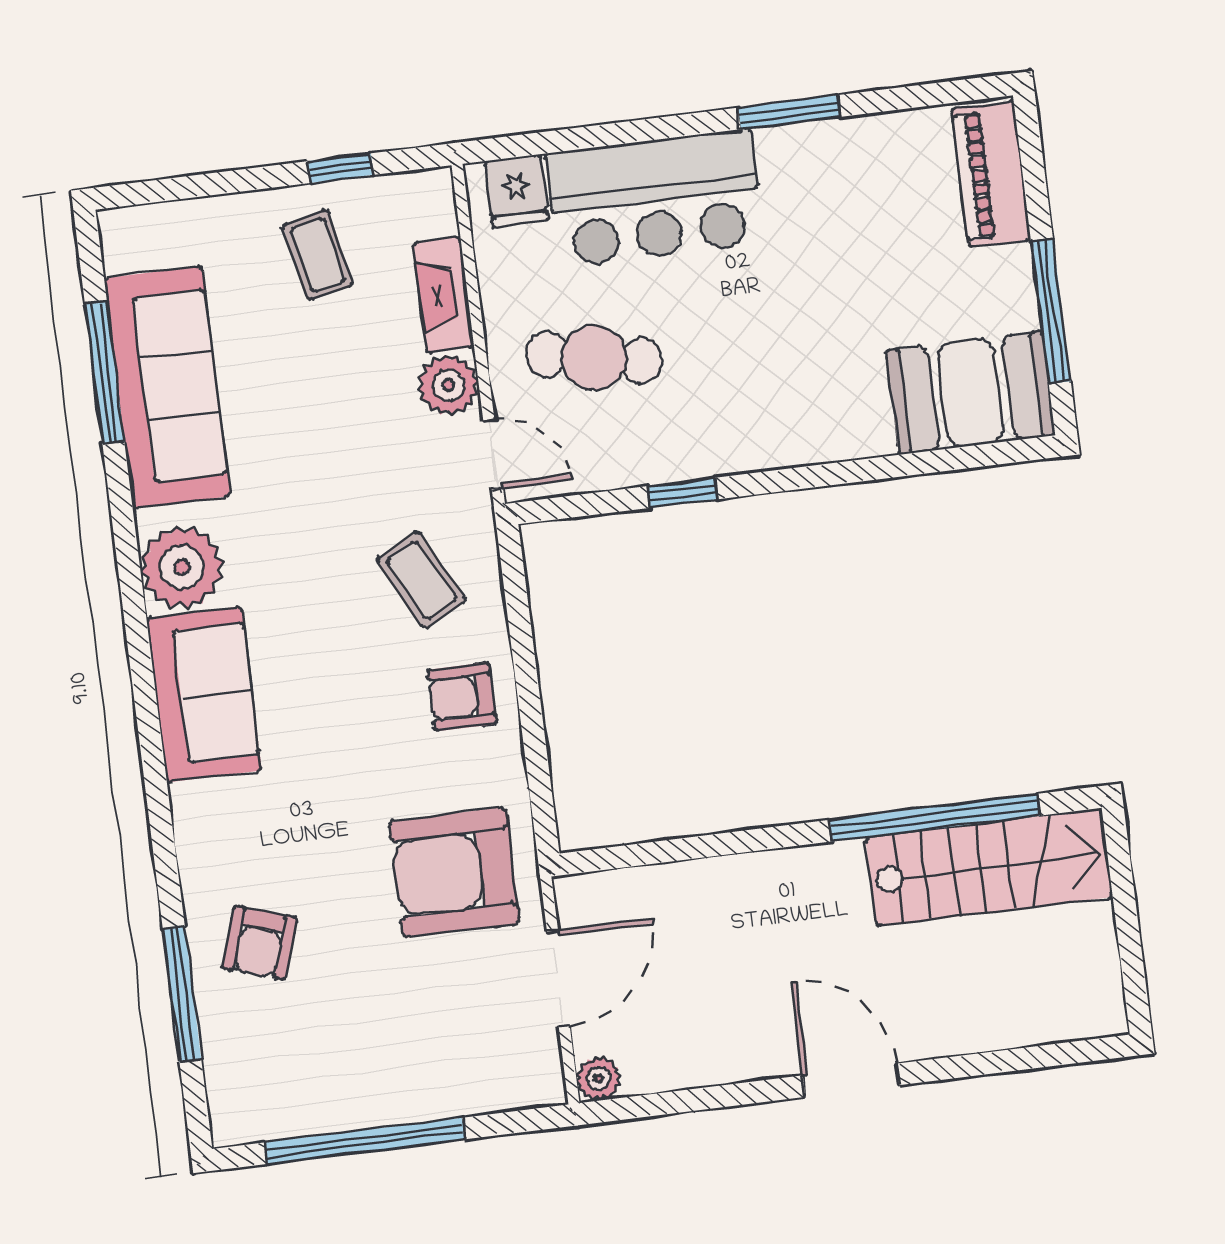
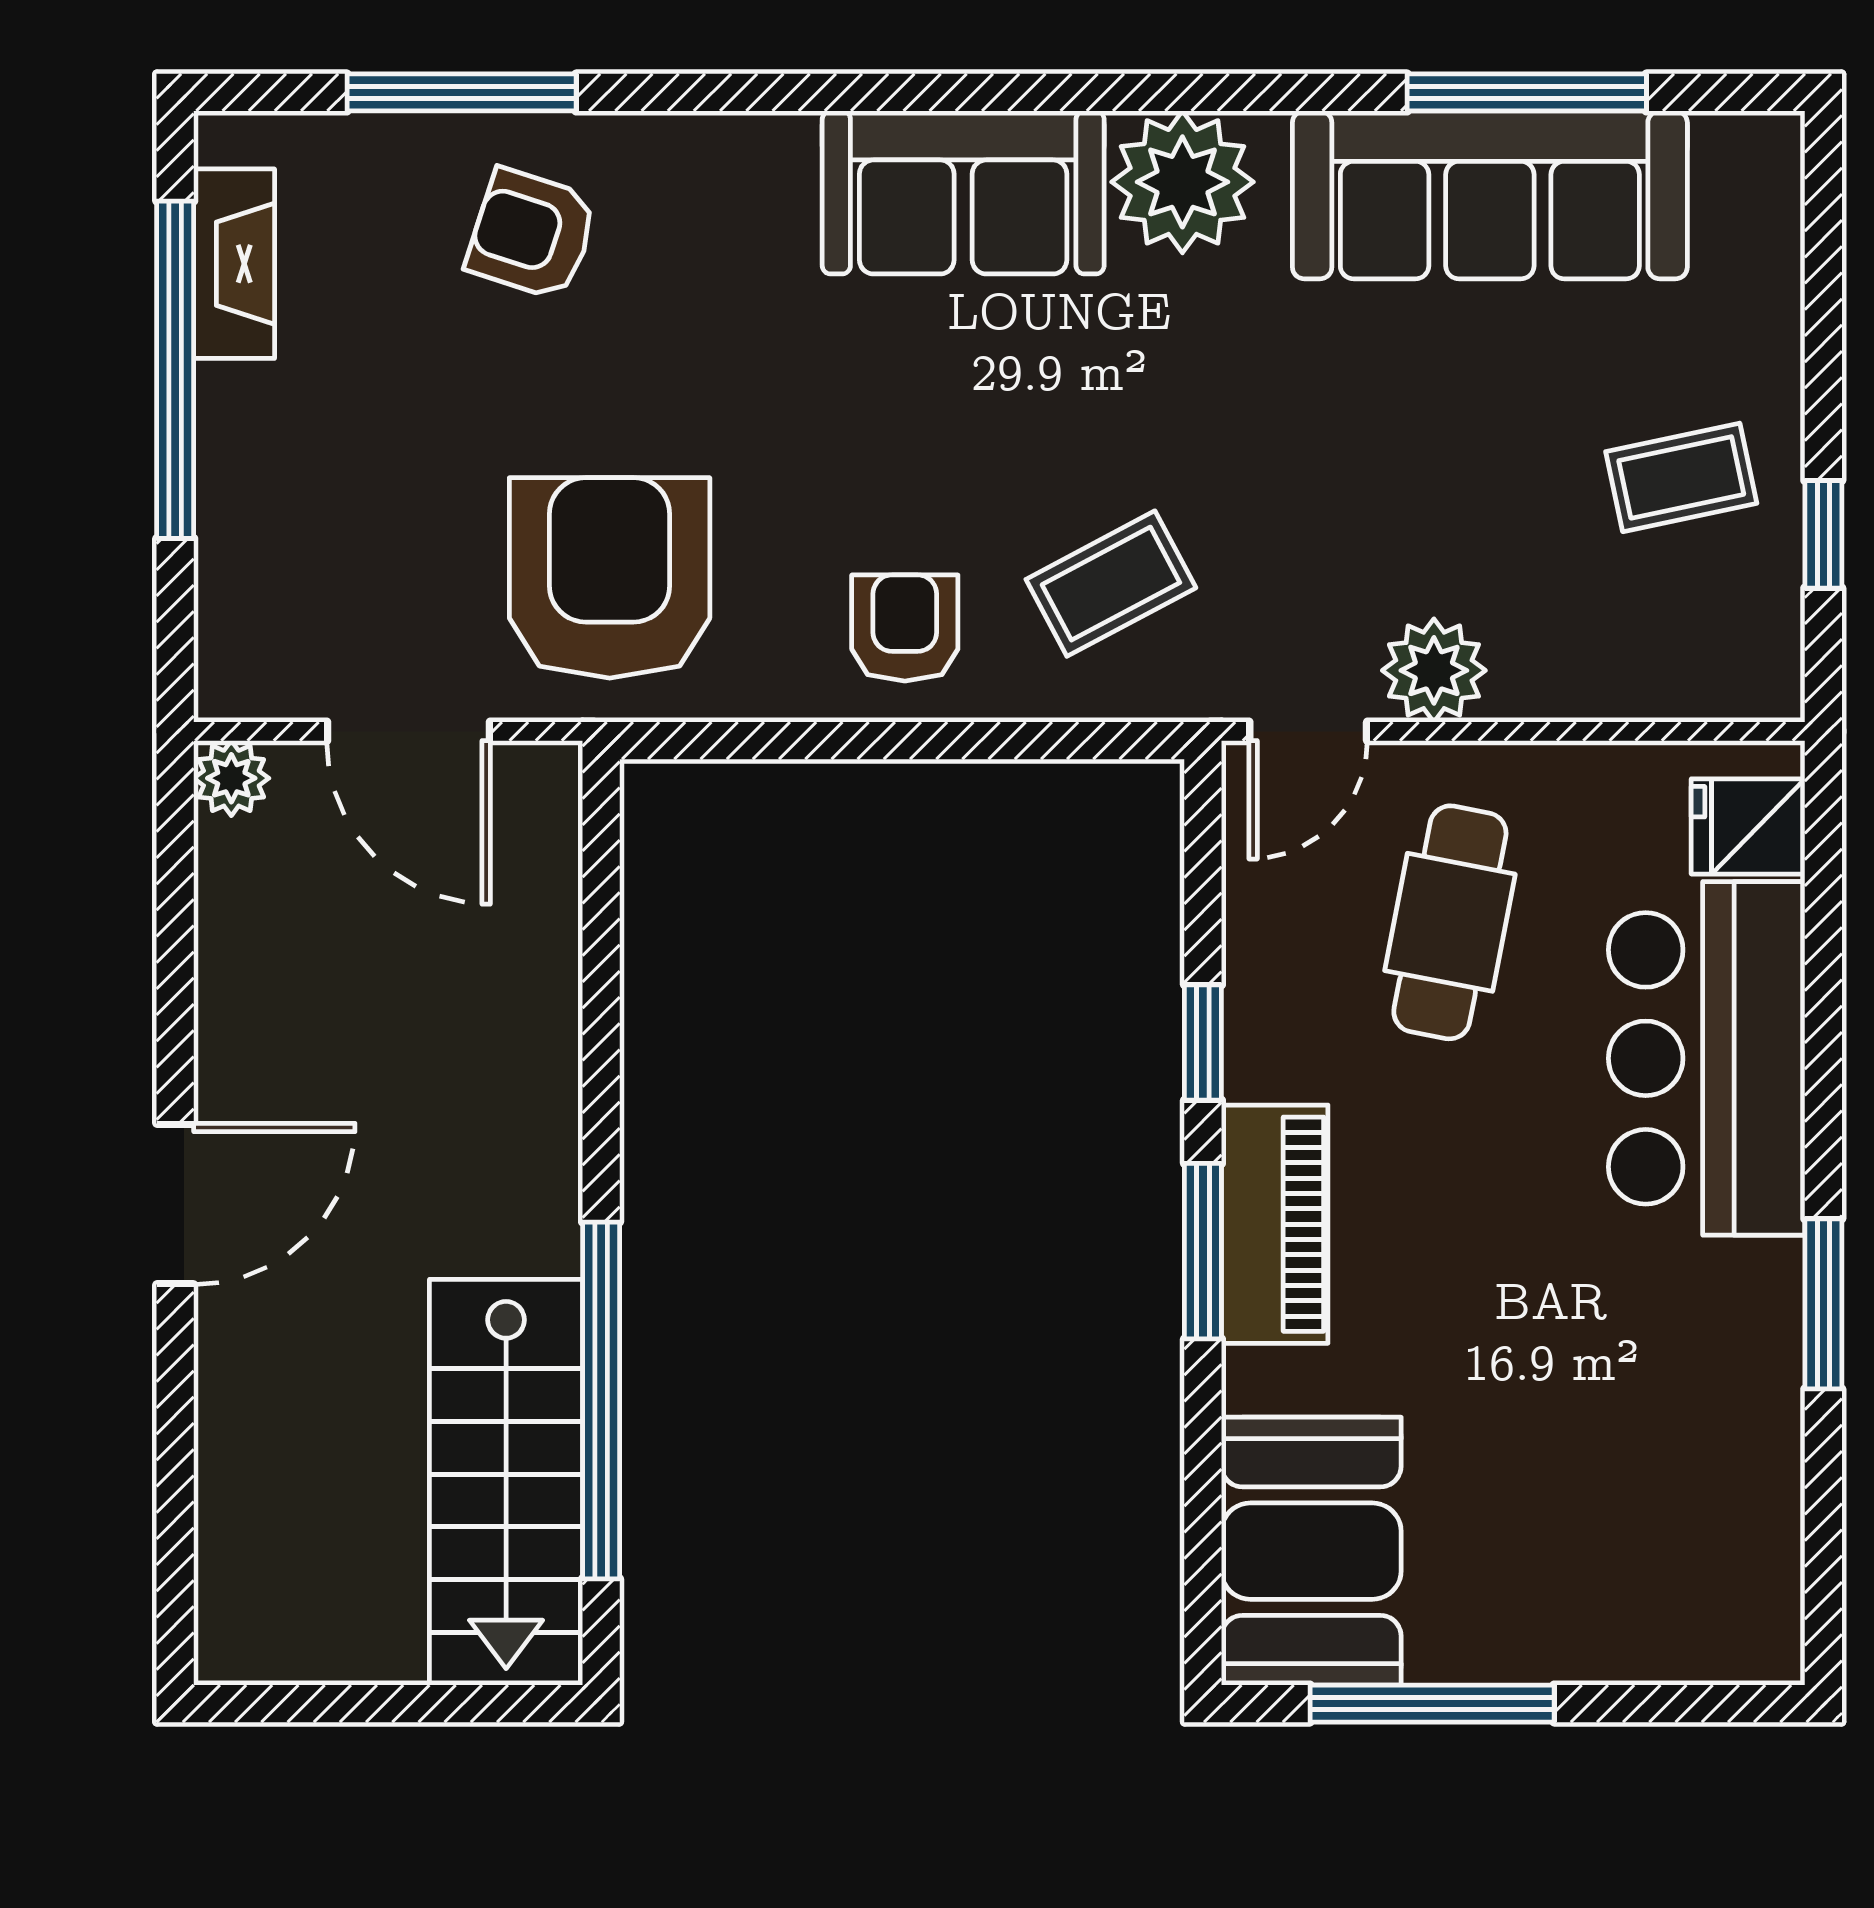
piano: (991, 174) -> (1275, 1224), moved, turned 90
fireplace: (444, 295) -> (234, 264), moved, turned 90
window: (804, 478) -> (1203, 1251), added

